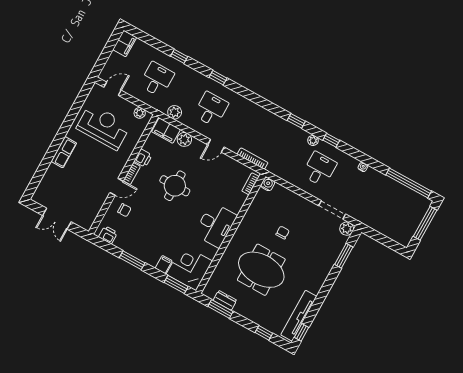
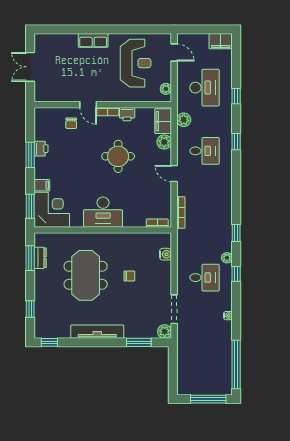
desk: (157, 79) -> (204, 88), width x1.37
water cooler: (268, 184) -> (165, 254), moved
printer: (108, 235) -> (41, 149), moved
tv unit: (299, 316) -> (97, 332), moved

